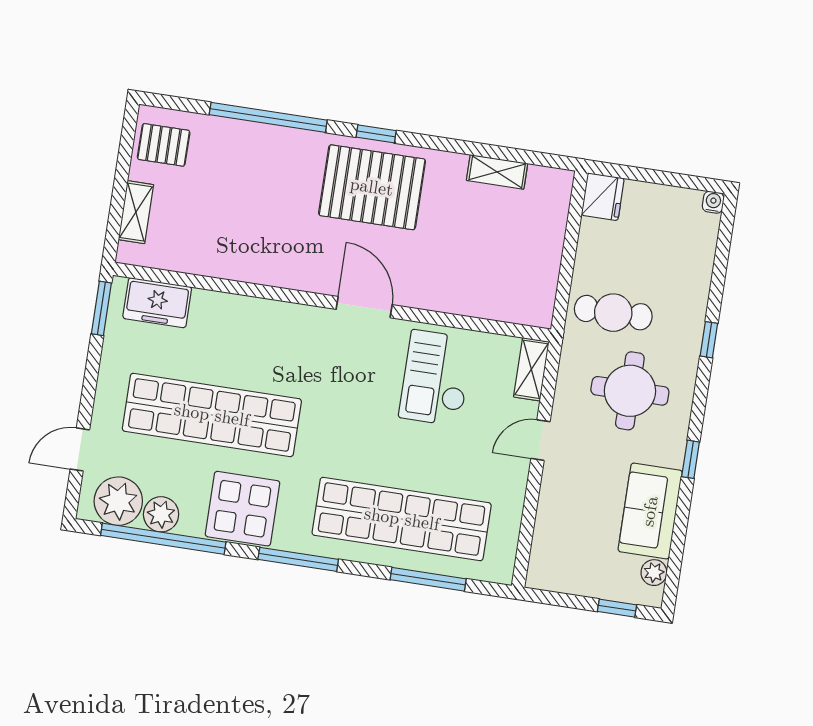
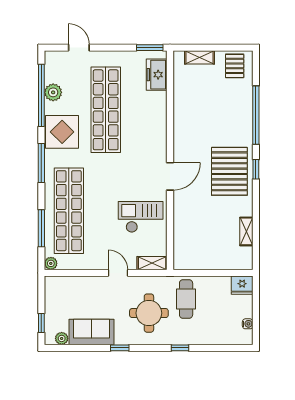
water cooler: (713, 202) -> (248, 324), moved
plant: (118, 501) -> (51, 263), moved, width x0.53, depth x0.53

